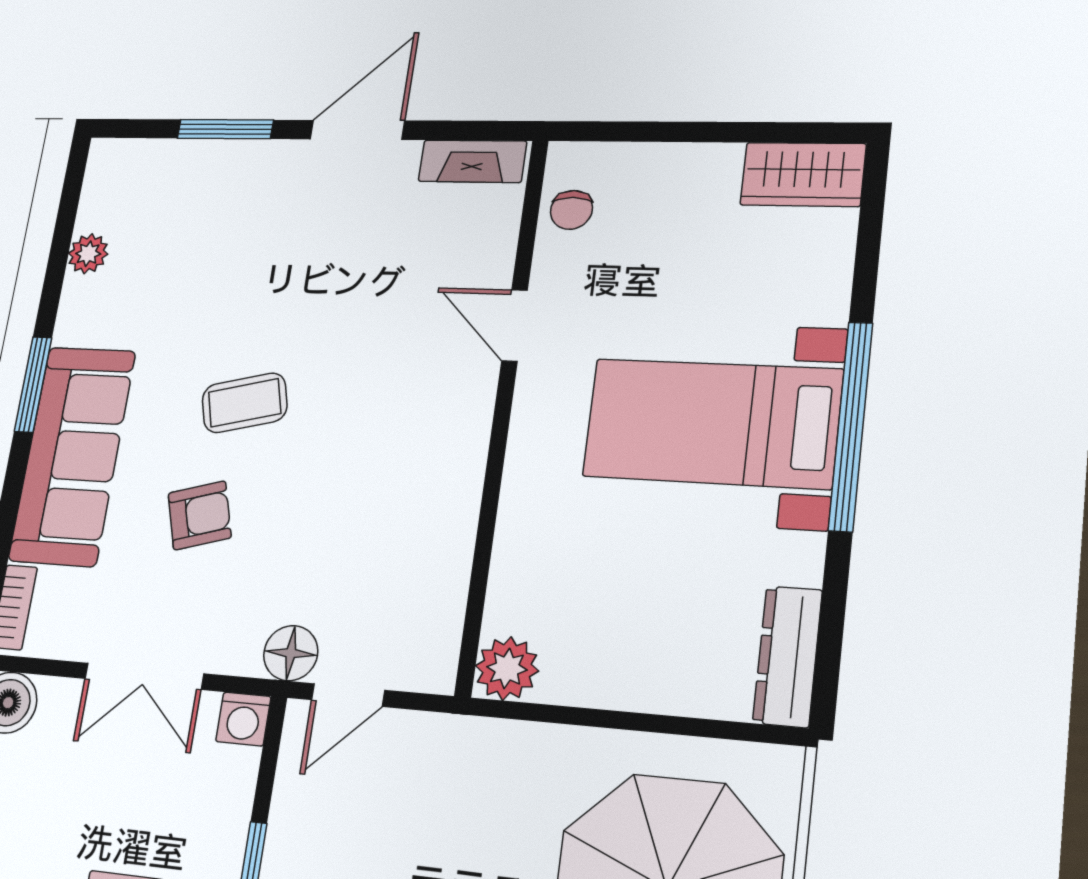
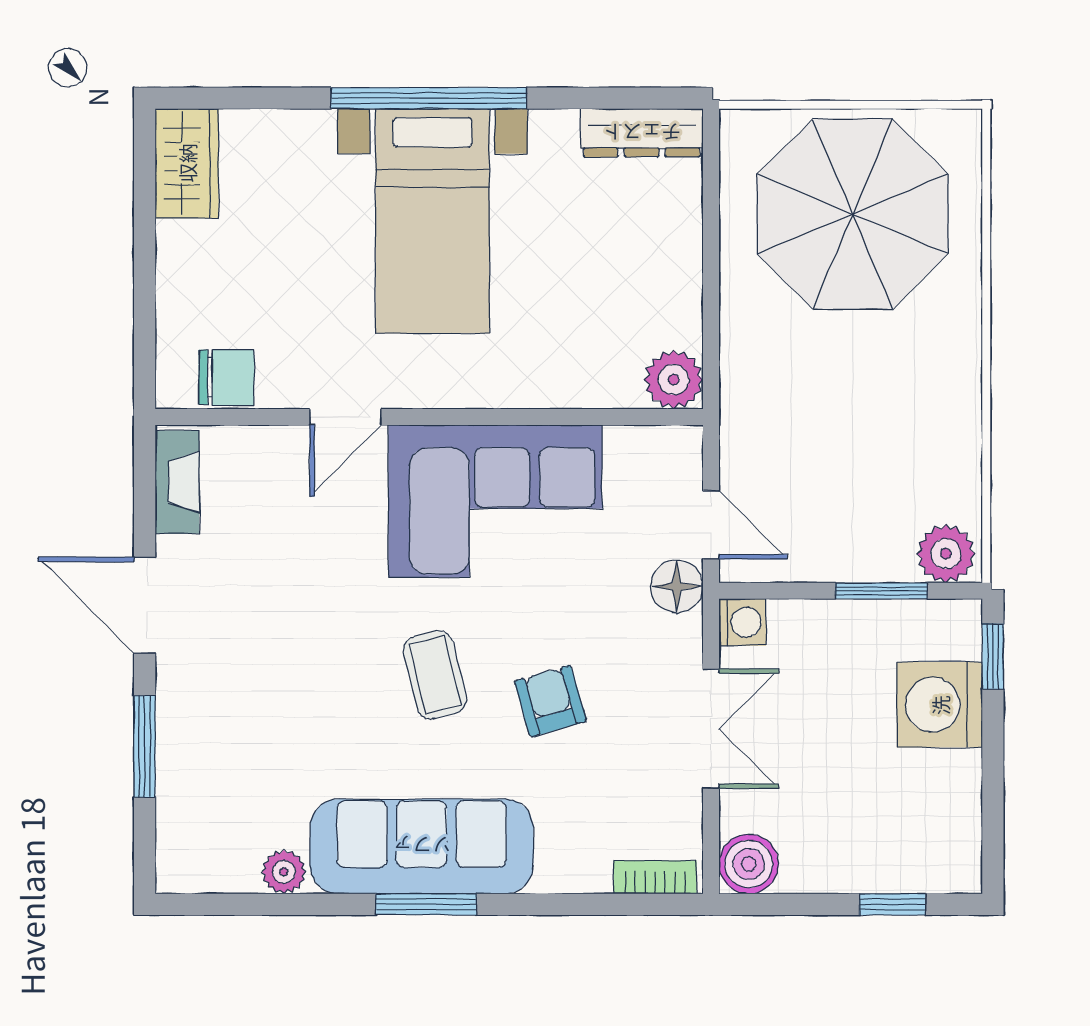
chair: (571, 210) -> (226, 377), width x1.37, depth x1.37
sofa: (72, 455) -> (422, 846), moved
corner sofa: (407, 472) -> (495, 501), added

